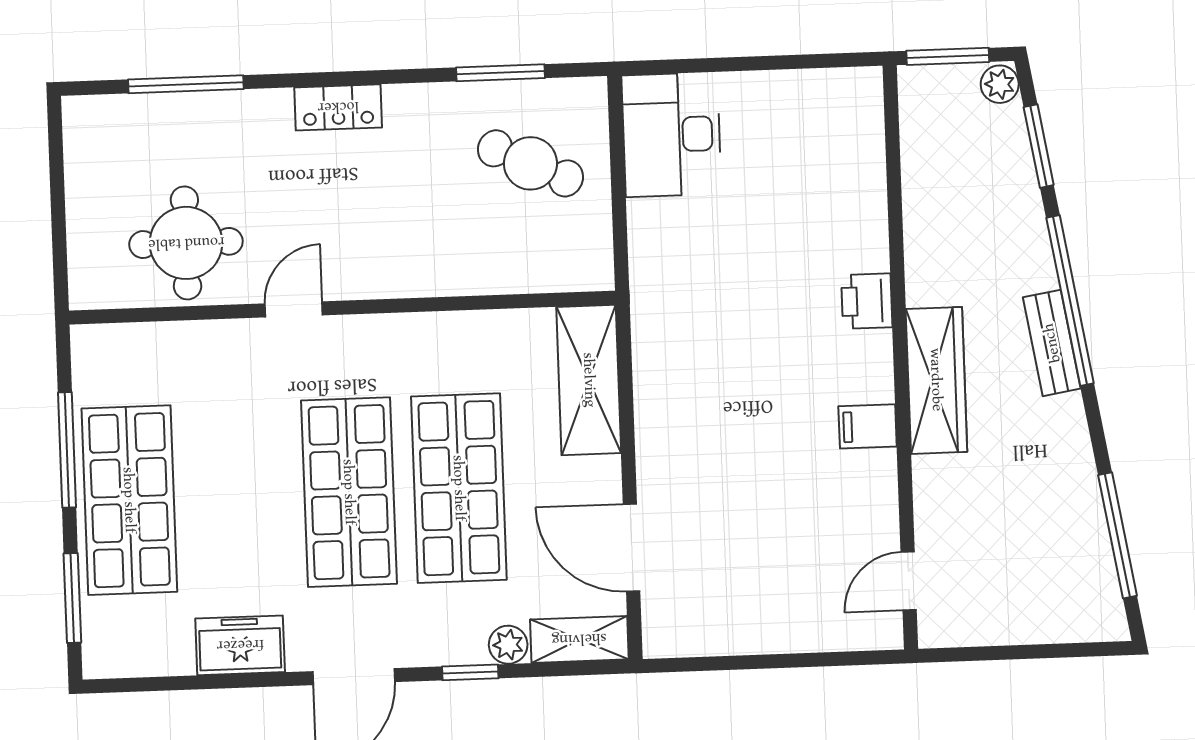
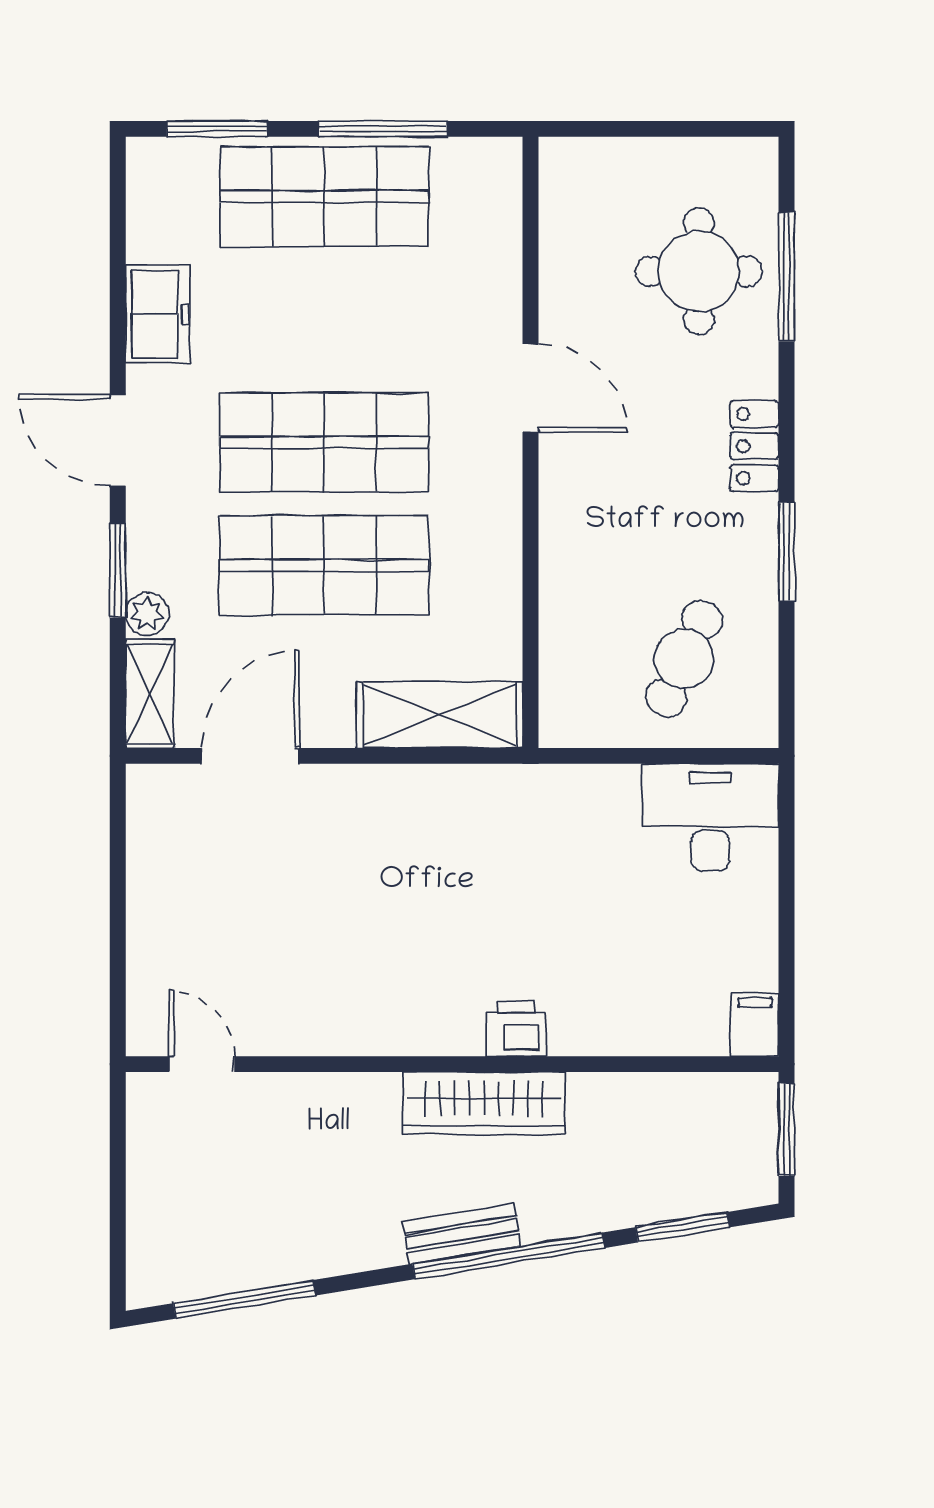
window: (500, 73) -> (787, 552), moved
plant: (1000, 84) -> (753, 1186), removed
round table: (186, 243) -> (699, 271), moved
door: (294, 309) -> (530, 388), width x1.37
wardrobe: (936, 380) -> (484, 1103), moved
filing cabinet: (868, 426) -> (755, 1025), moved
window: (470, 672) -> (118, 571), width x1.50

